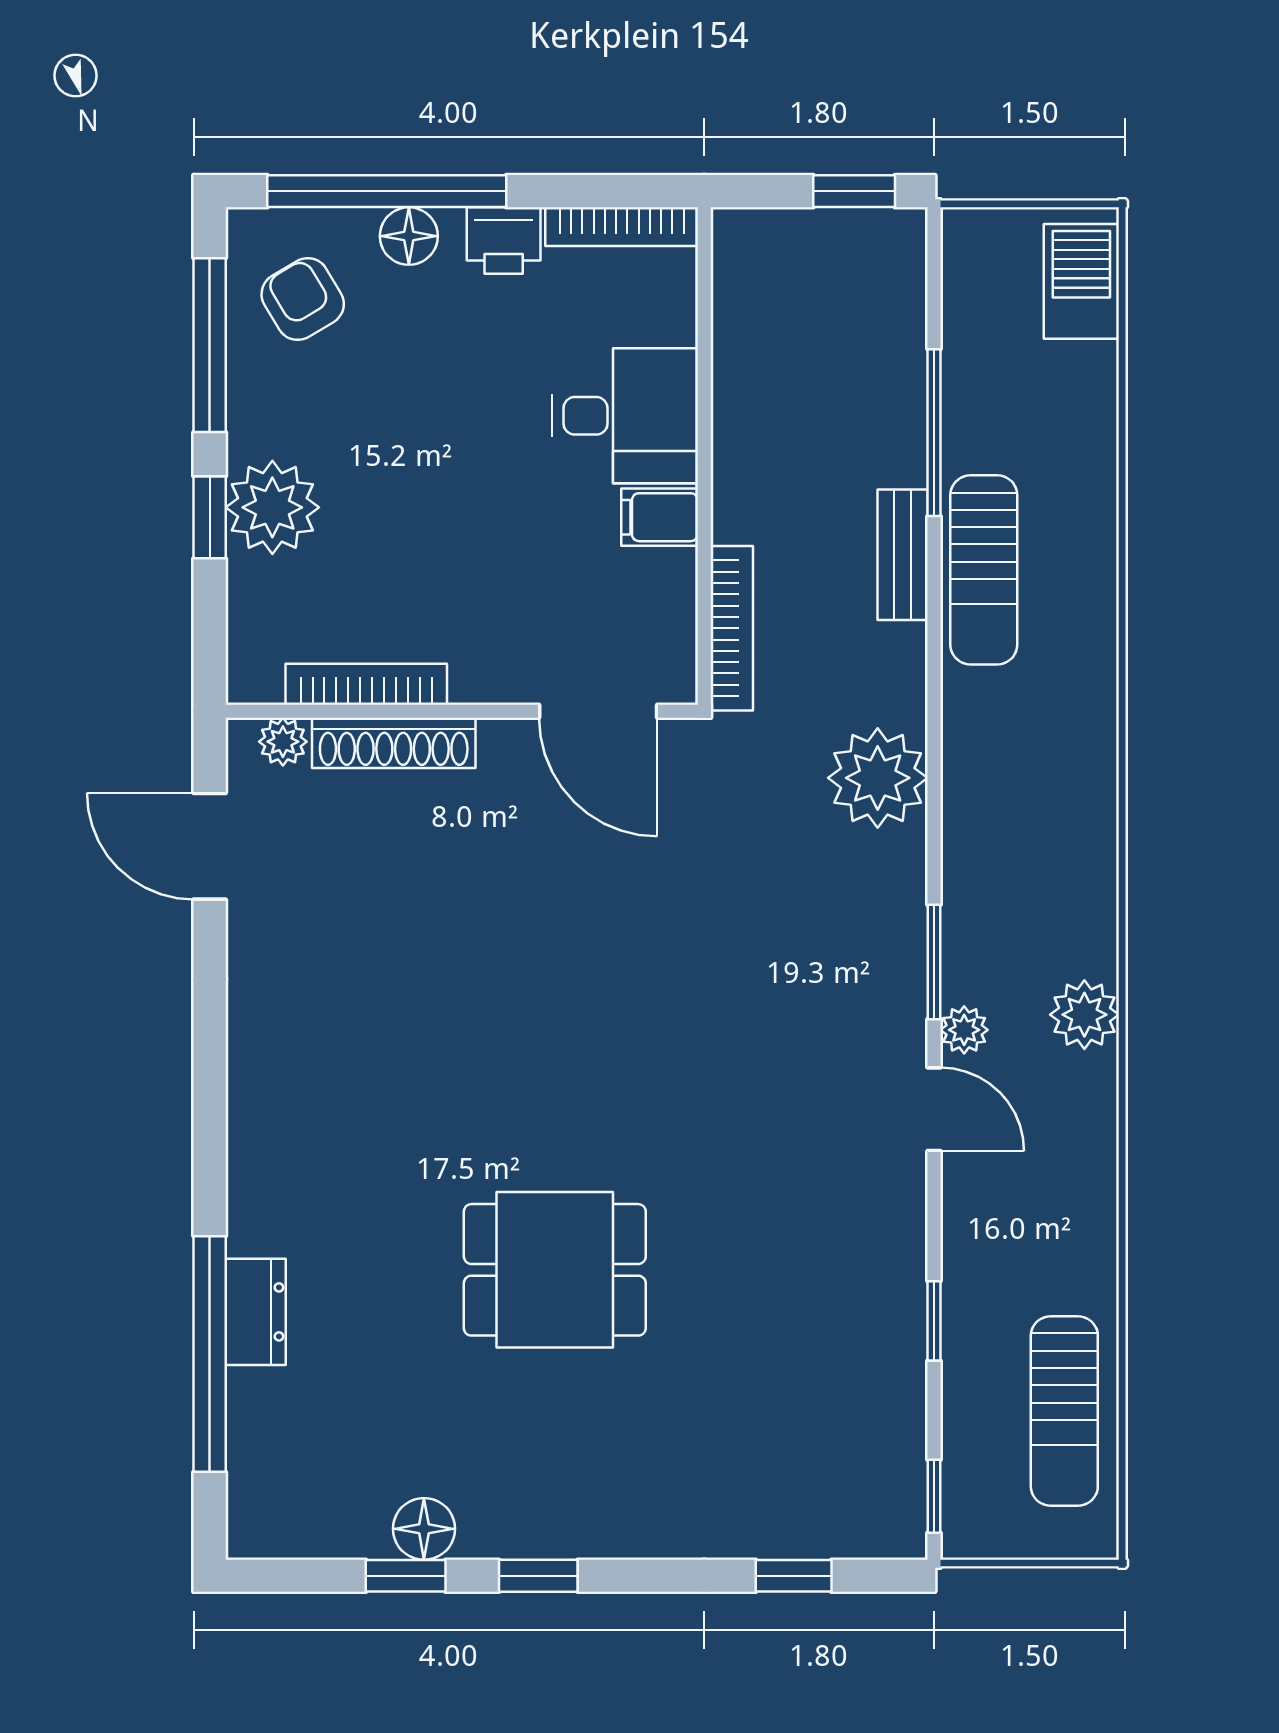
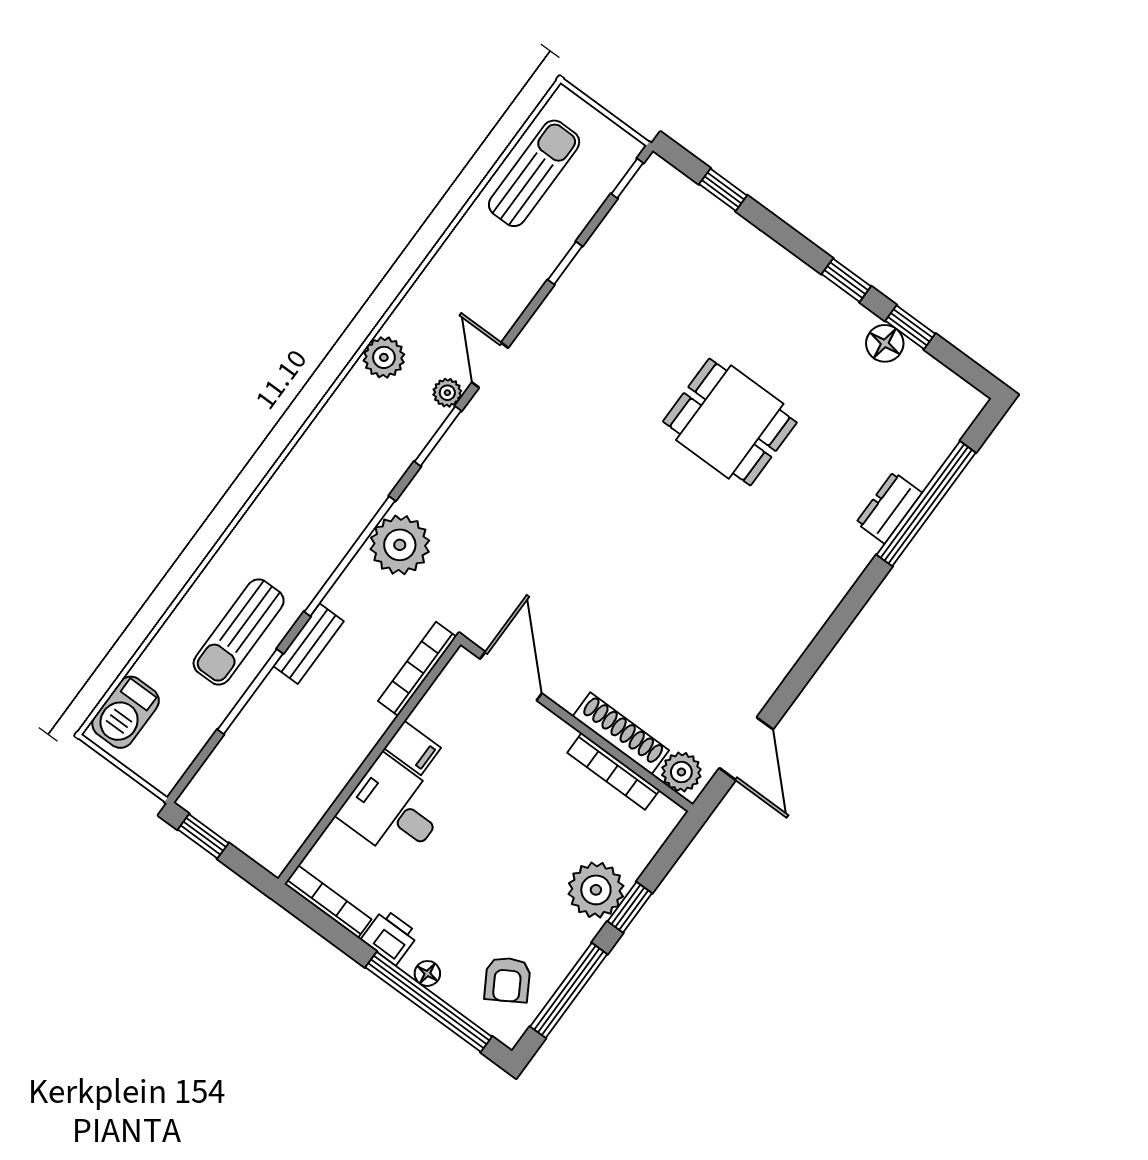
floor lamp: (409, 236) -> (427, 973), width x0.73, depth x0.73
sun lounger: (984, 570) -> (239, 632), moved, turned 180
window: (934, 713) -> (350, 556), added
plant: (283, 742) -> (681, 772), width x1.38, depth x1.38

